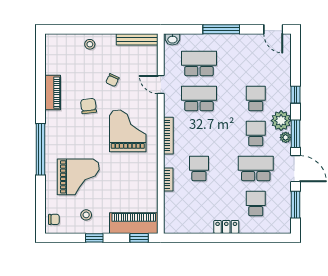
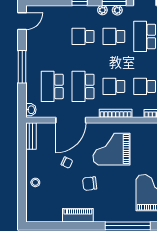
bench: (137, 39) -> (31, 136), width x0.73
door: (161, 85) -> (71, 120), width x1.88
plant: (281, 121) -> (102, 10), width x0.53, depth x0.53
school desk: (199, 134) -> (114, 86), added

